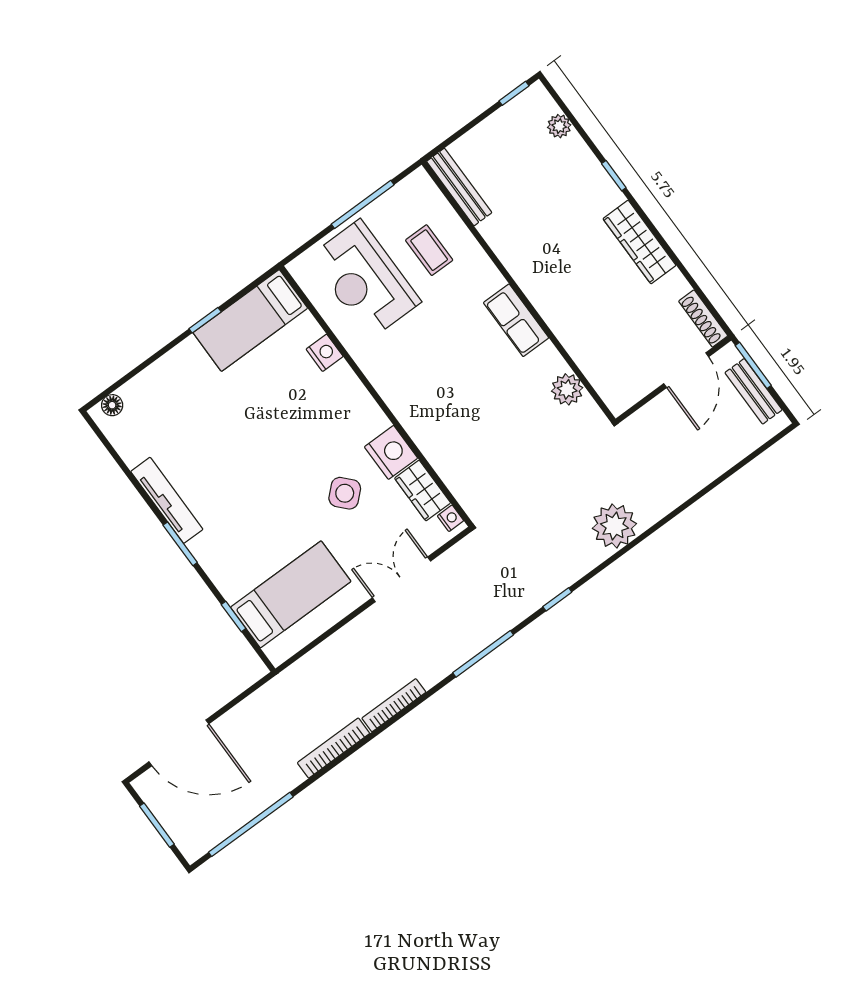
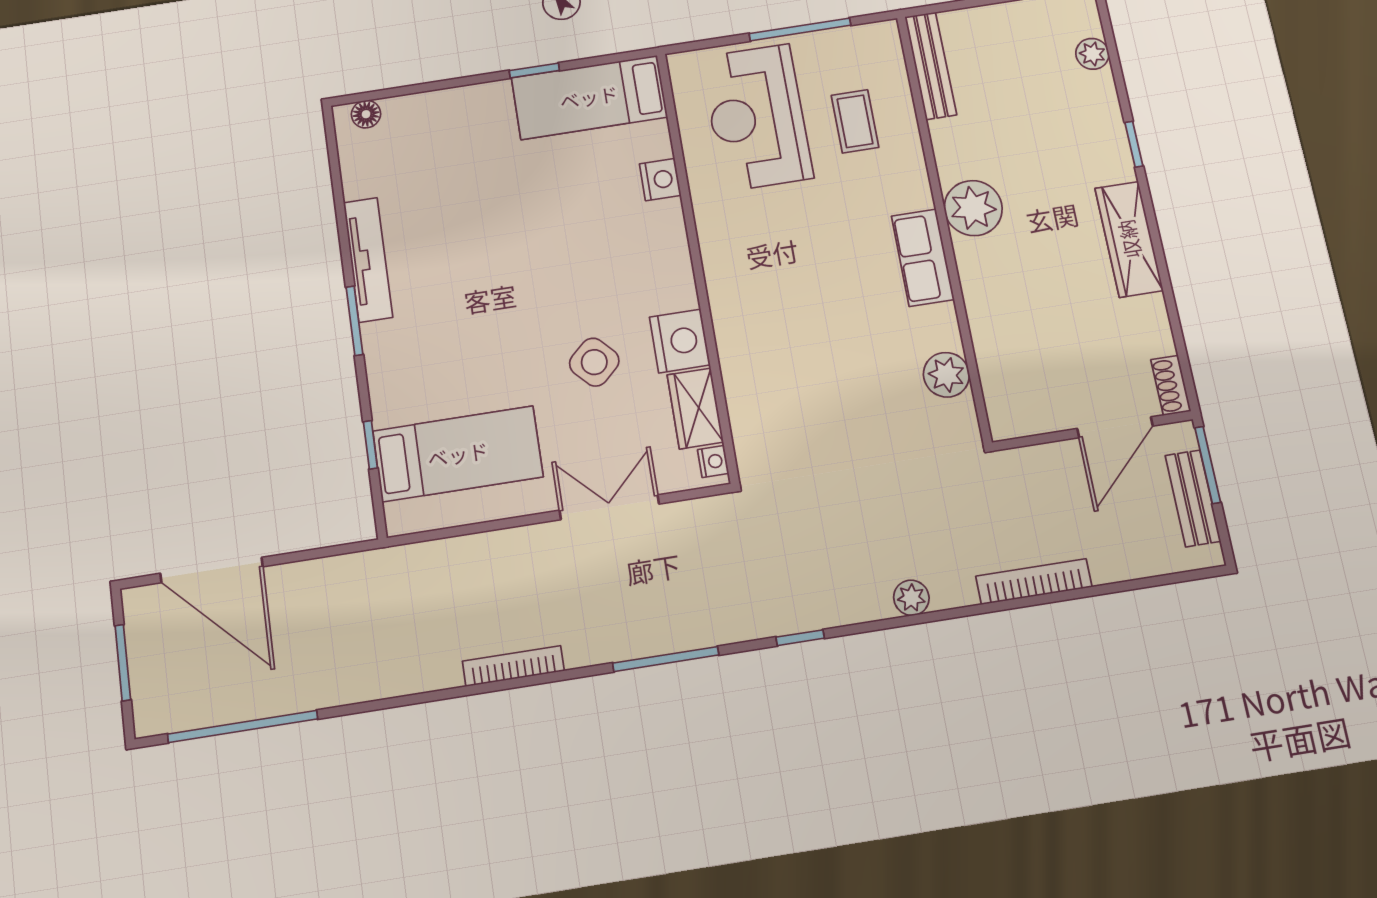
plant: (532, 271) -> (973, 208), added
shoe rack: (703, 319) -> (1171, 385), width x0.70
plant: (614, 526) -> (911, 598), width x0.53, depth x0.53
bookcase: (334, 748) -> (1034, 582), moved

